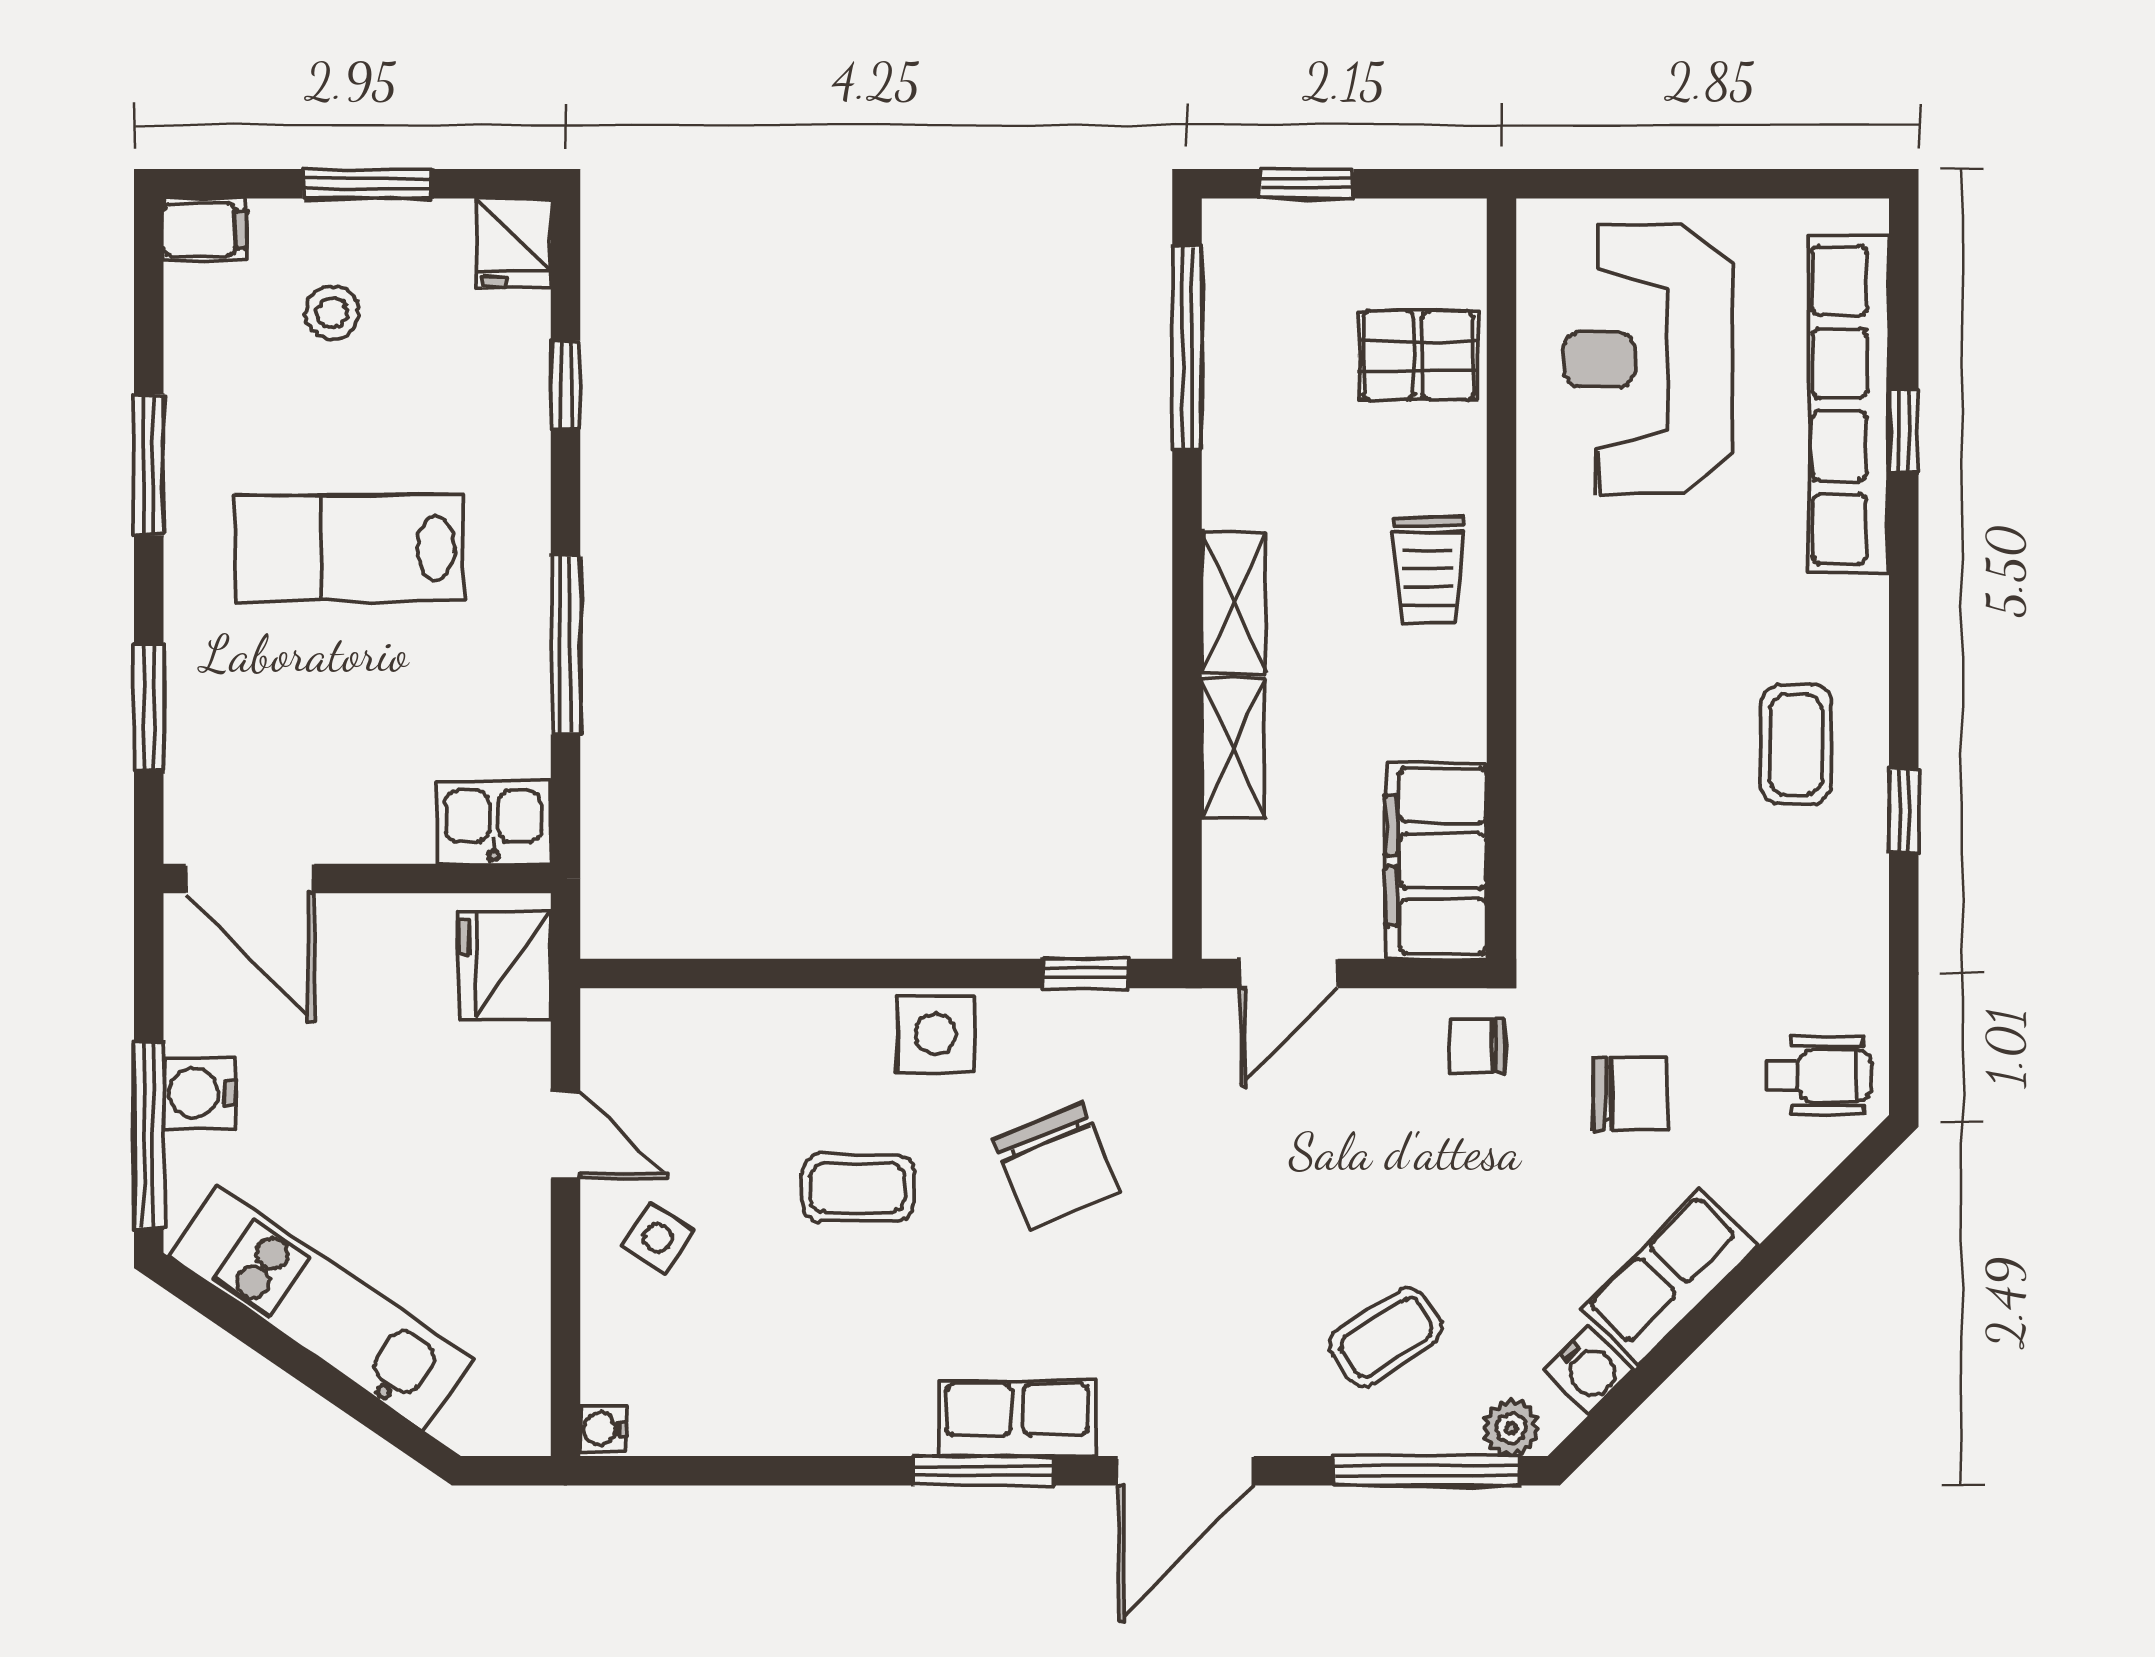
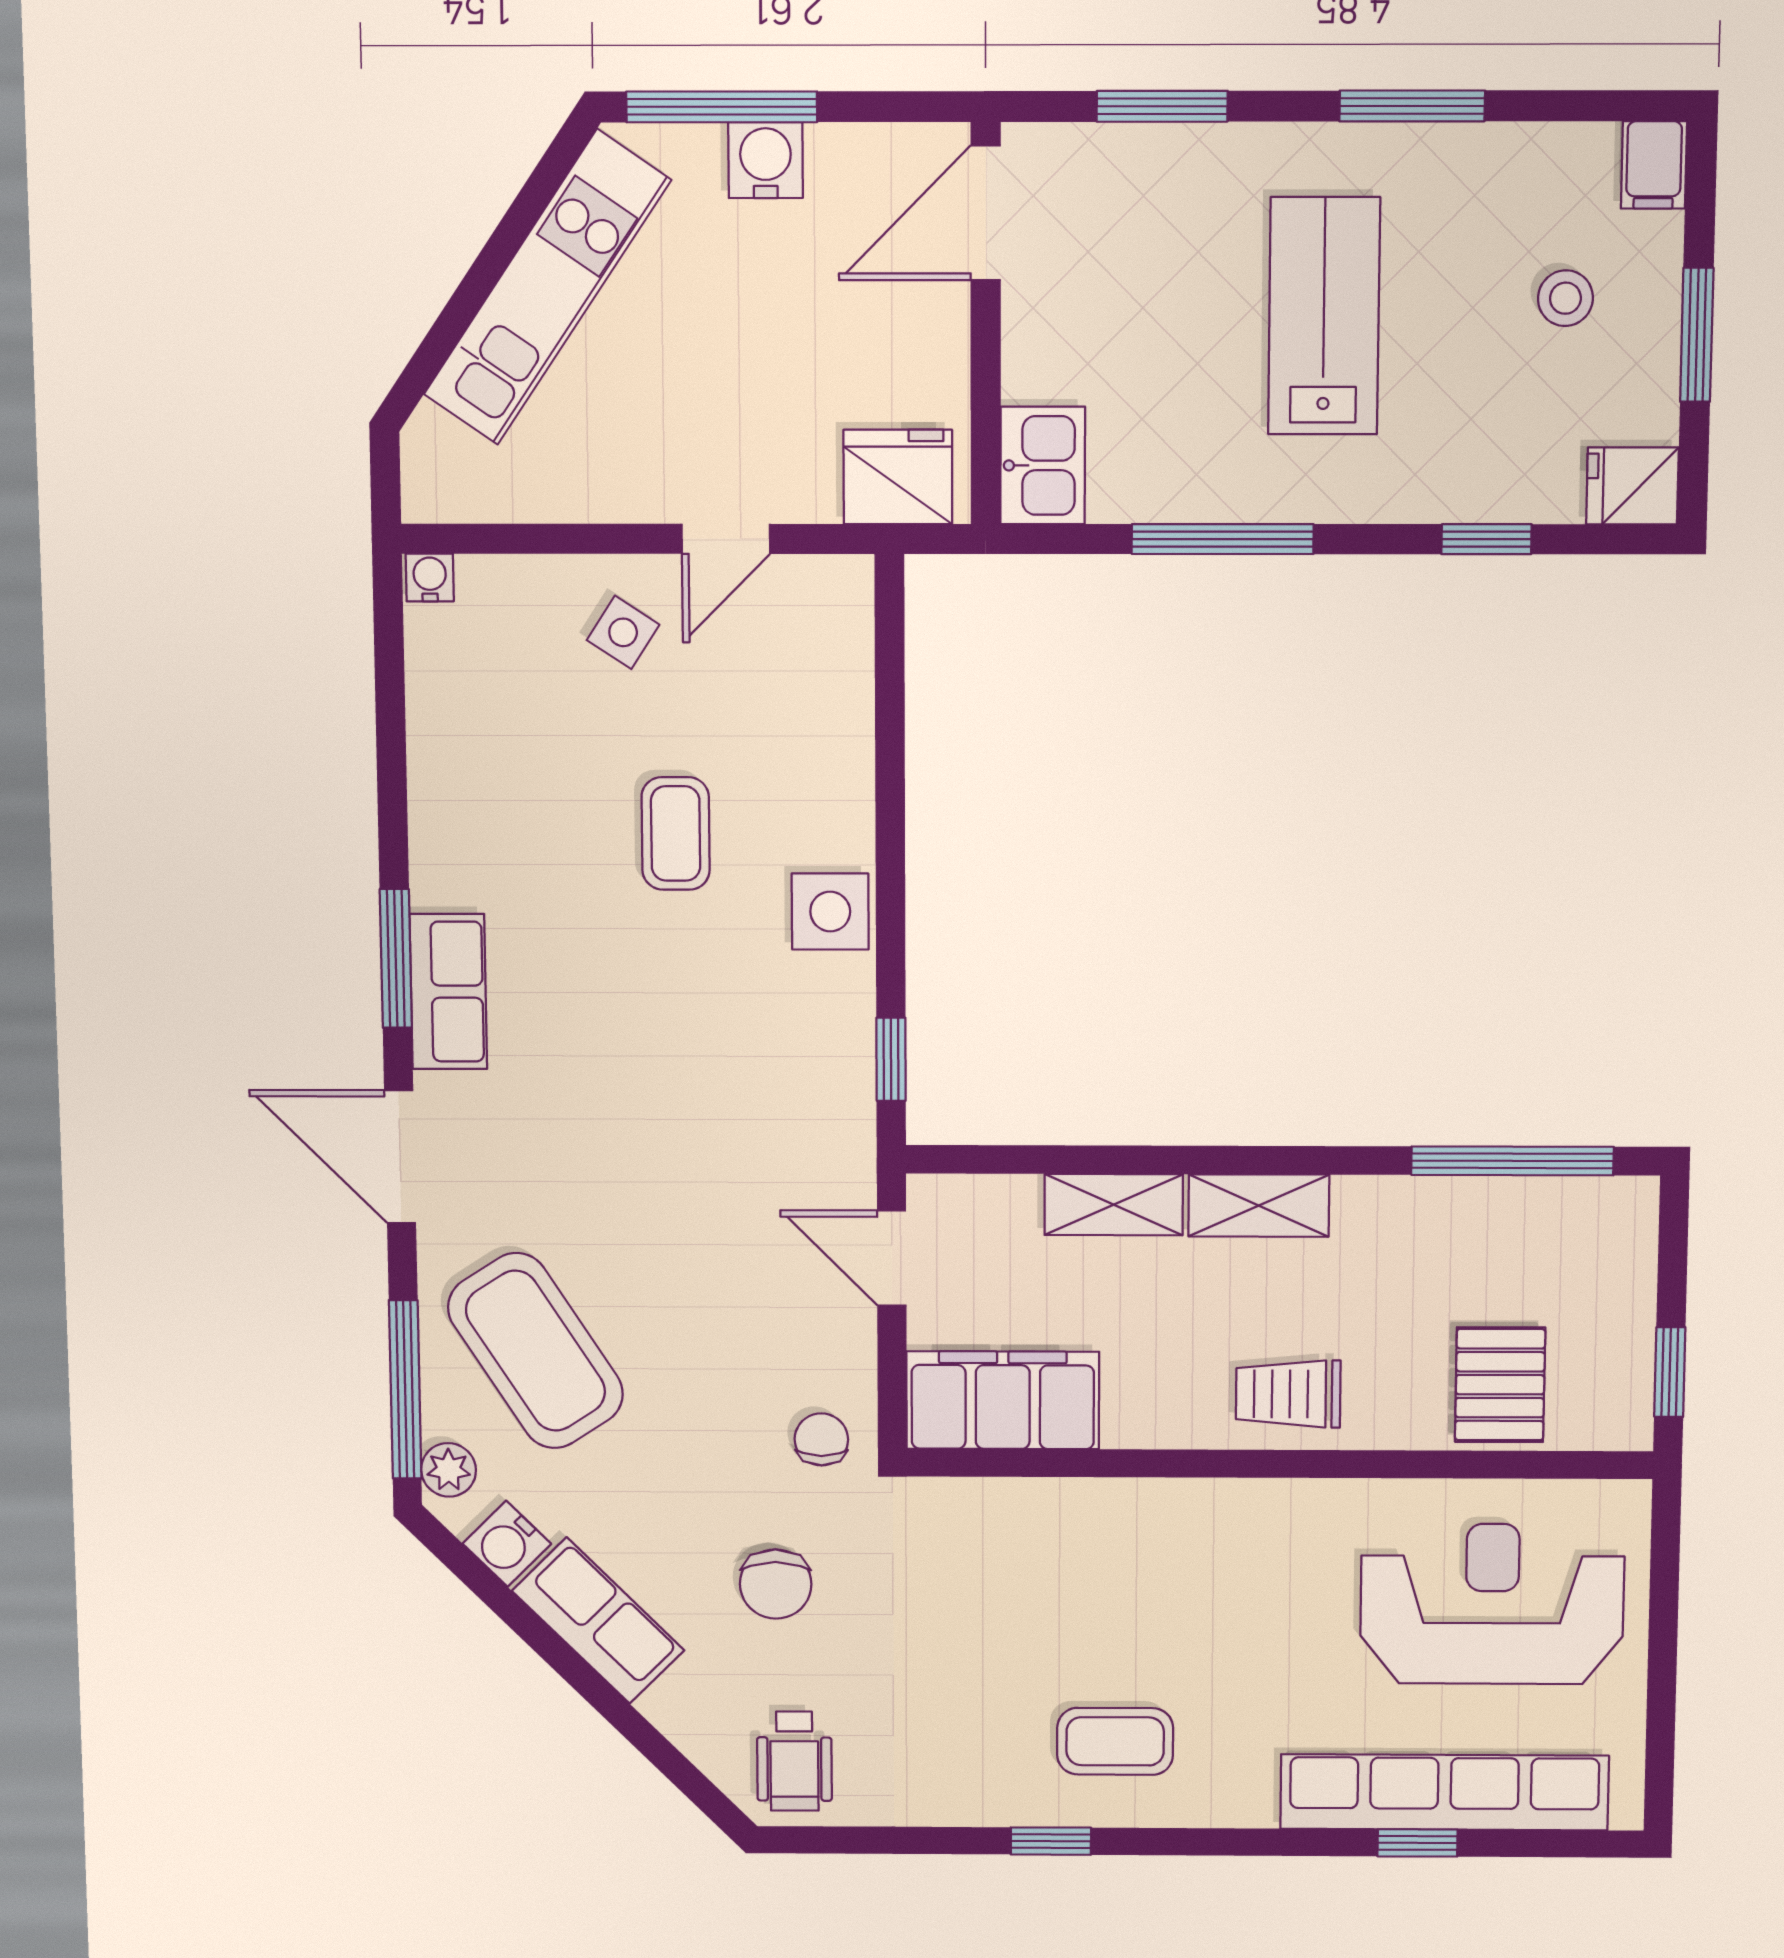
window: (1307, 184) -> (1670, 1372), moved
chair: (1057, 1166) -> (700, 1031), removed
coffee table: (1386, 1337) -> (536, 1351), width x1.86, depth x1.72

